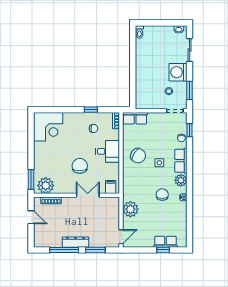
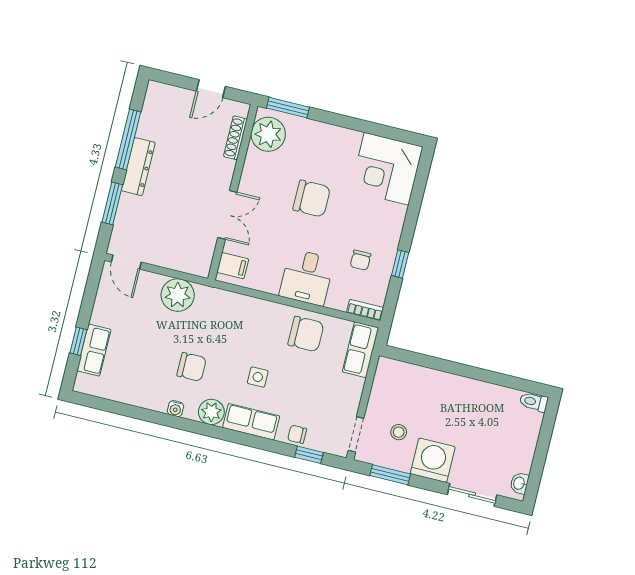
chair: (138, 156) -> (306, 334), moved, turned -123
chair: (80, 166) -> (312, 199), moved

